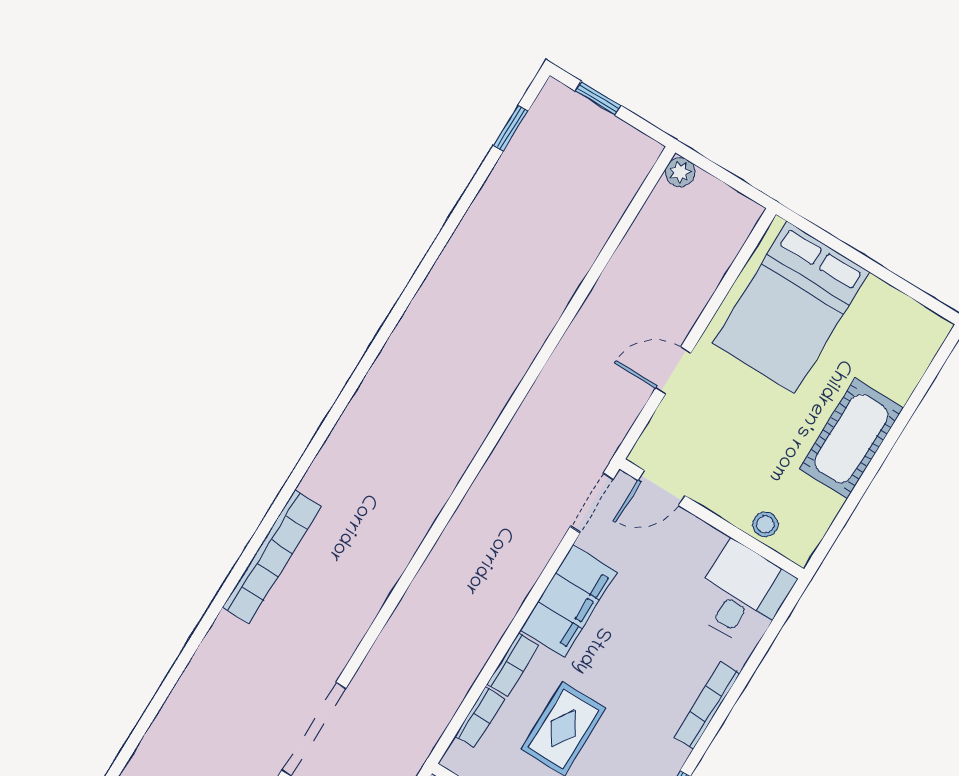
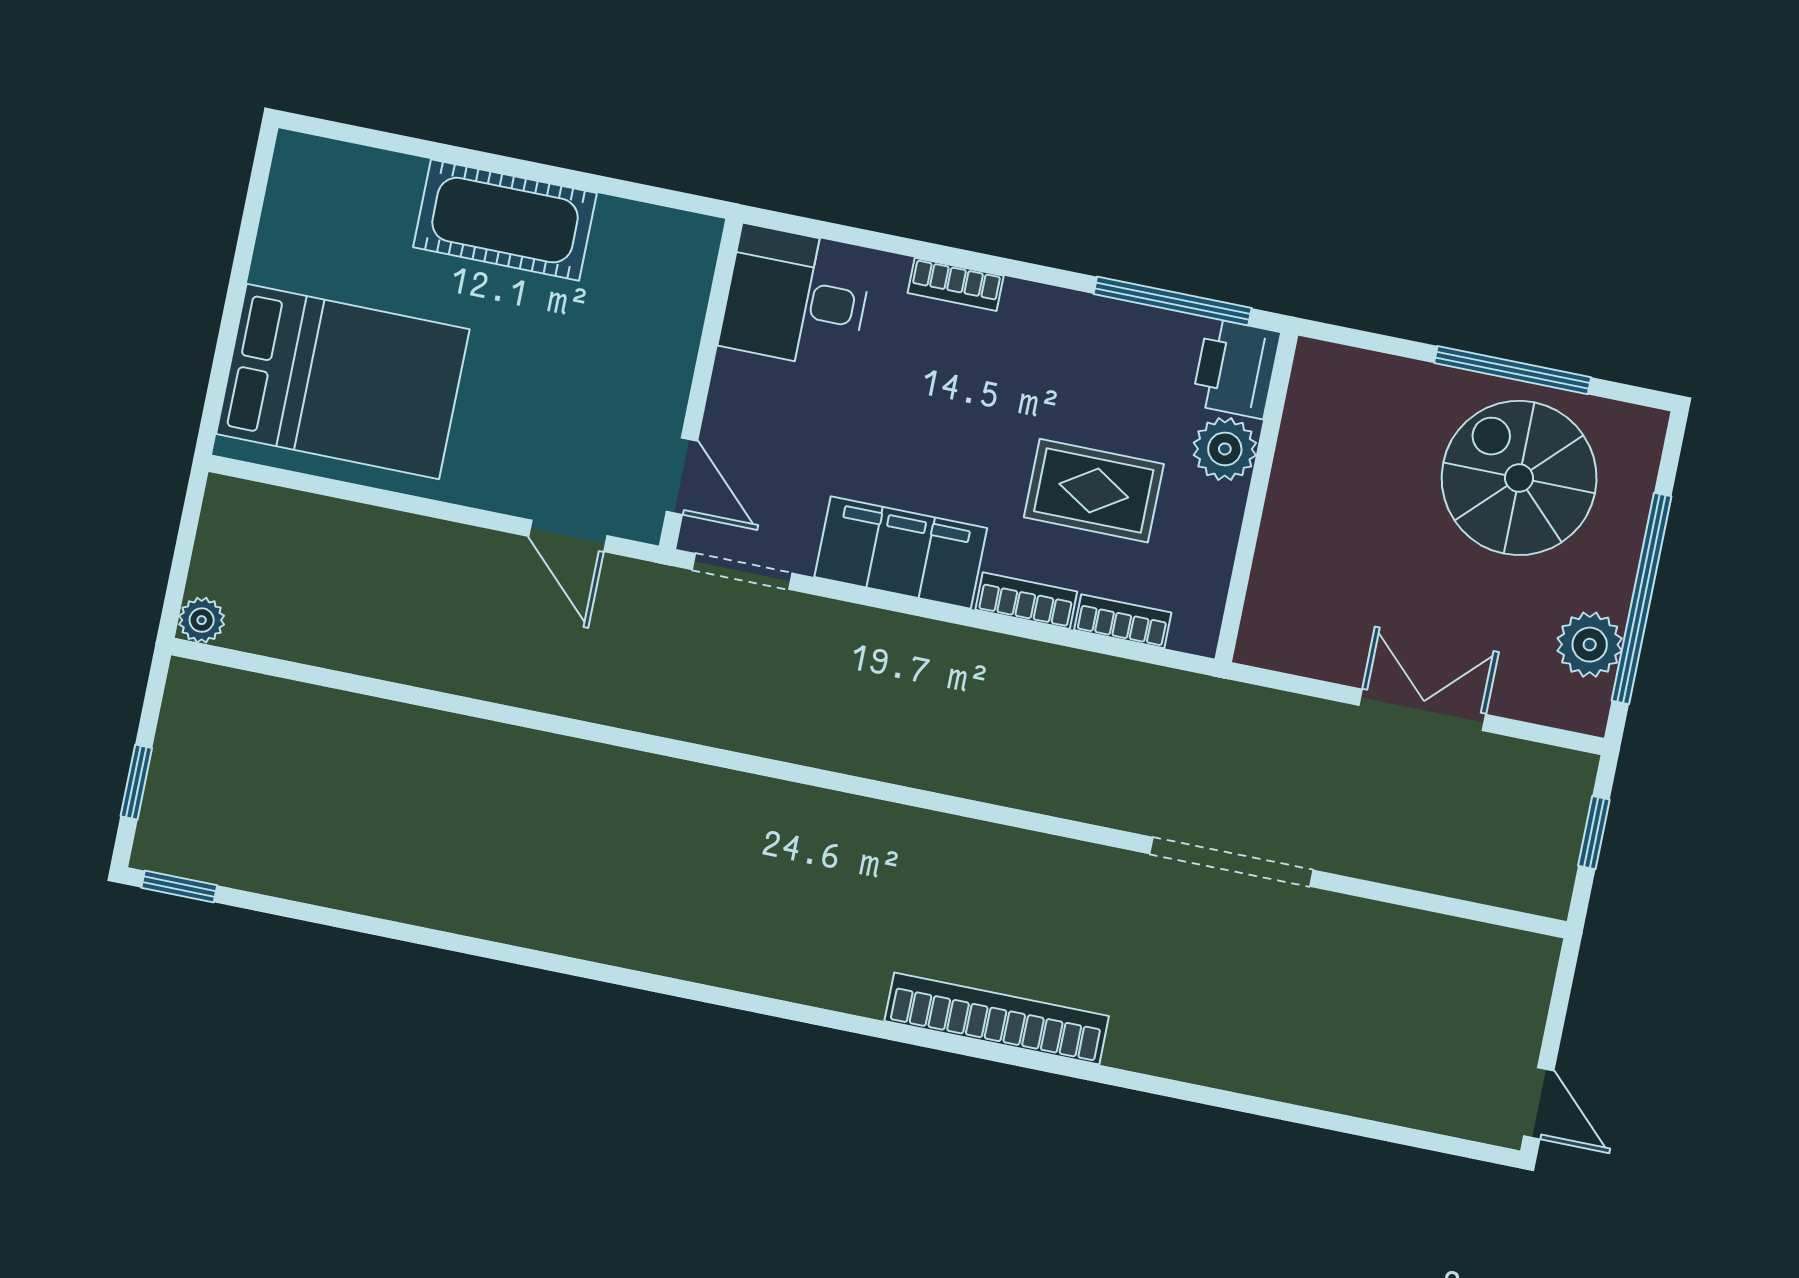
window: (511, 128) -> (179, 887), moved
door: (673, 371) -> (568, 536), moved
stool: (765, 524) -> (680, 301), removed
bookcase: (707, 705) -> (956, 284), width x0.64

